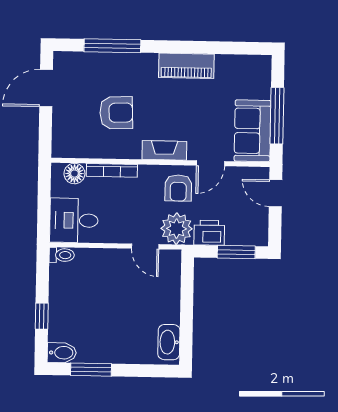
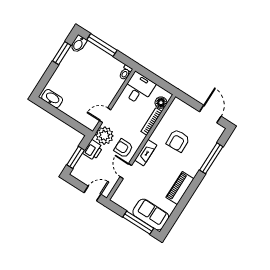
window: (277, 116) -> (138, 223), moved
sofa: (253, 131) -> (151, 214), moved
window: (42, 316) -> (102, 45), width x2.17

